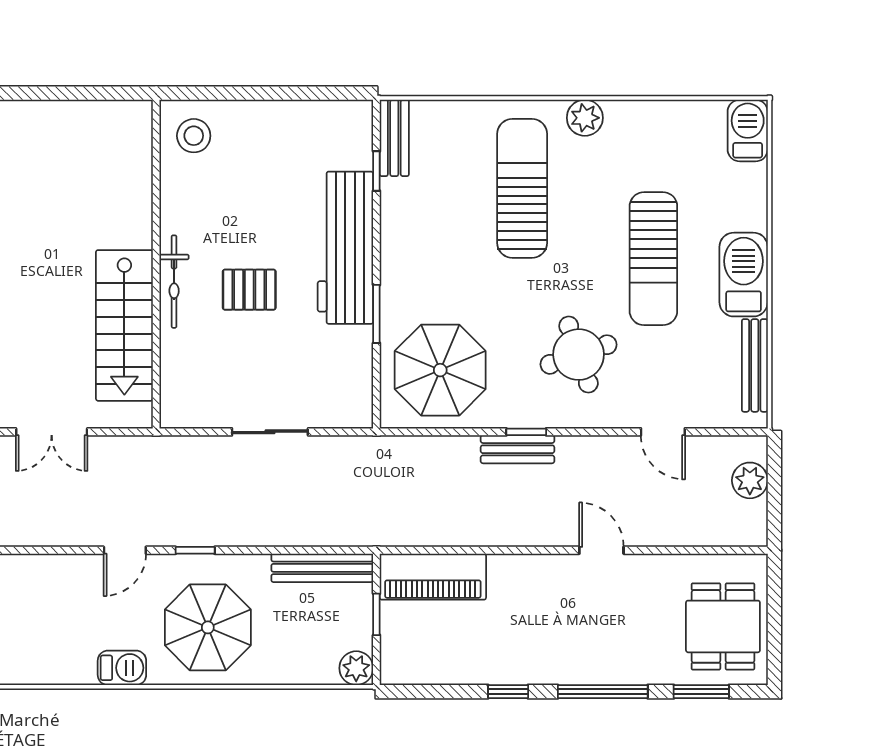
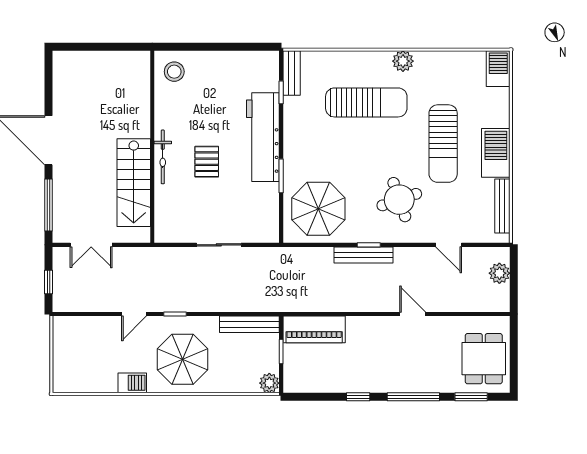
sun lounger: (522, 188) -> (366, 102), turned 90
pallet: (249, 290) -> (207, 162), turned 90
bench: (518, 449) -> (364, 255), width x1.36

